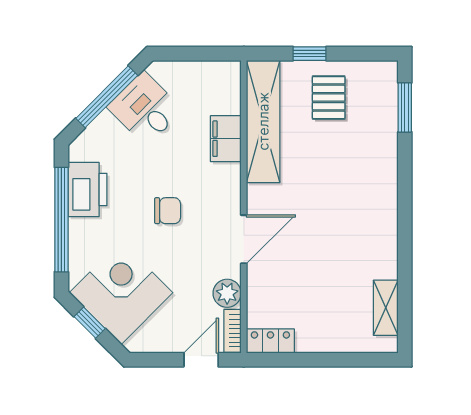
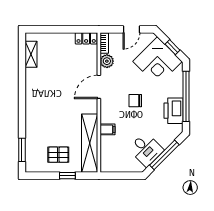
pallet: (329, 98) -> (58, 155), turned 90
filing cabinet: (226, 139) -> (107, 129), width x0.50
door: (201, 360) -> (131, 29), moved

